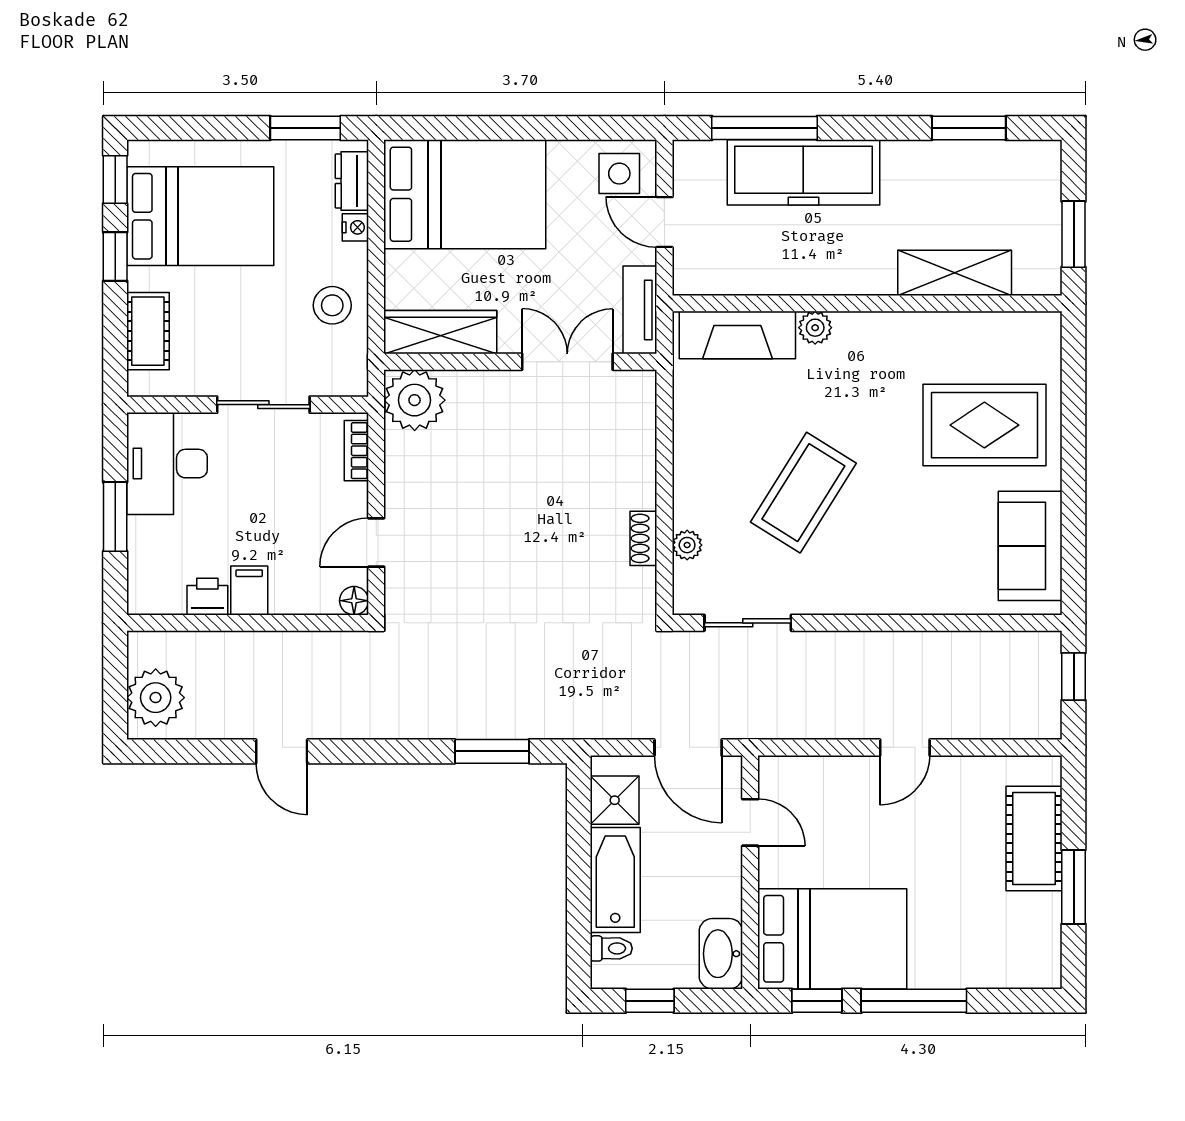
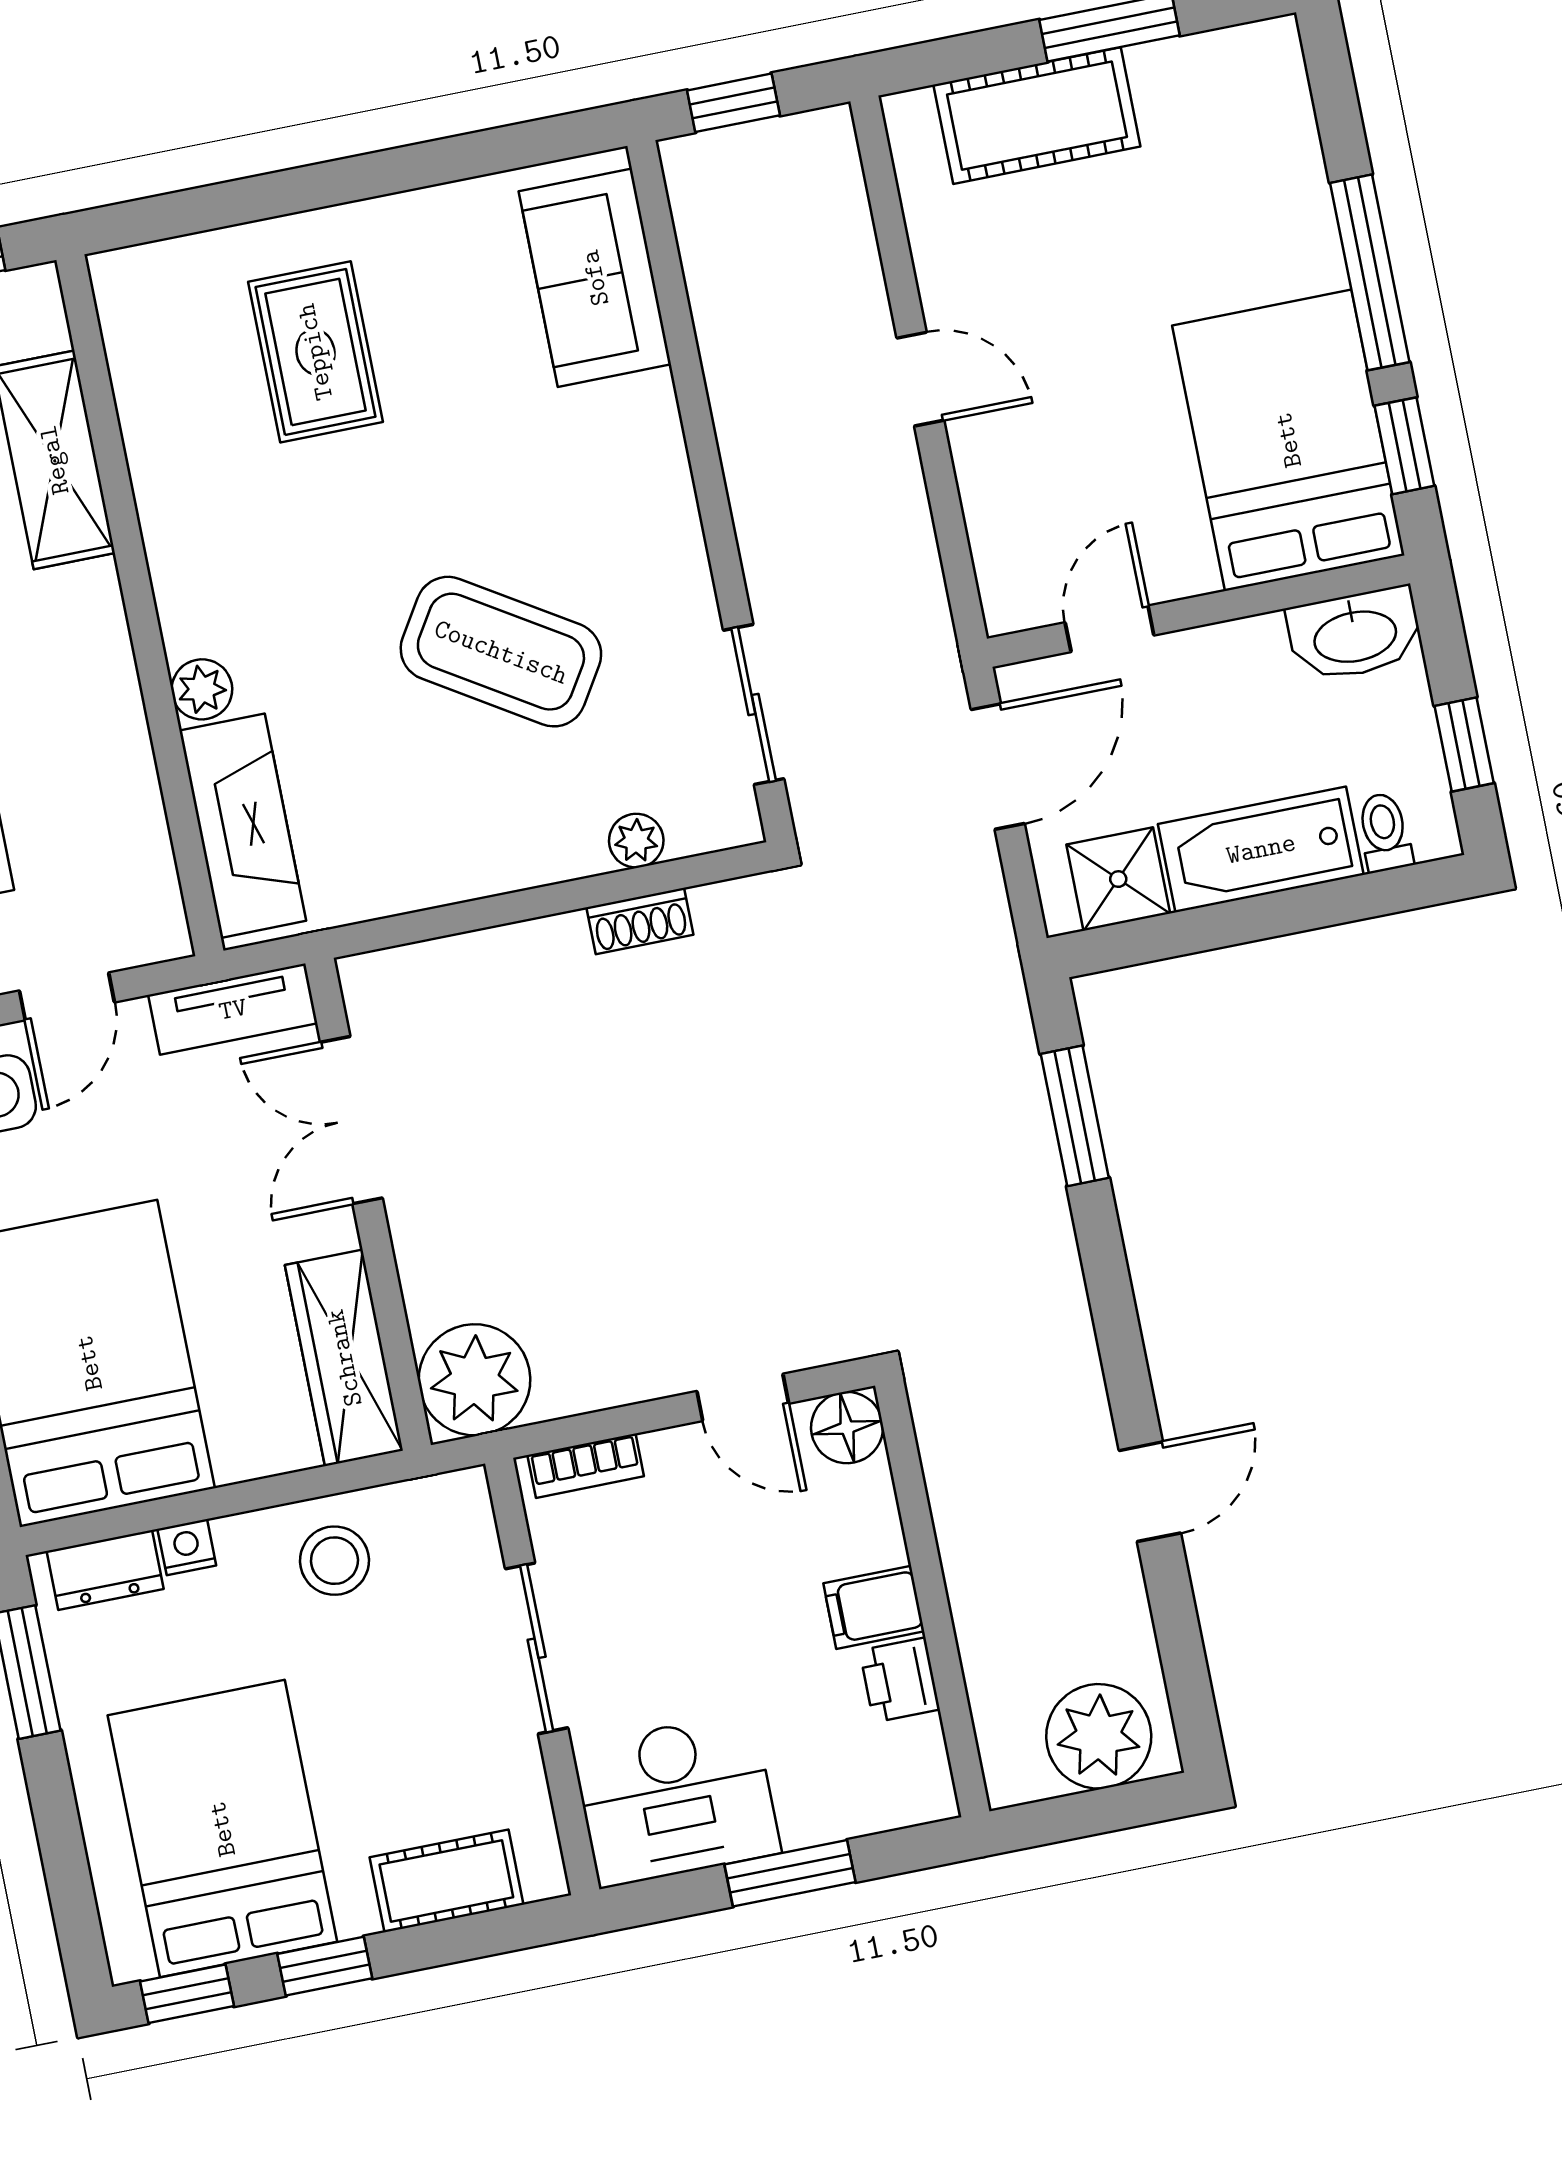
rug: (984, 425) -> (315, 352), width x0.73, depth x0.70
sofa: (1030, 546) -> (595, 278), moved, turned 90
floor lamp: (354, 601) -> (847, 1428), width x1.37, depth x1.37

